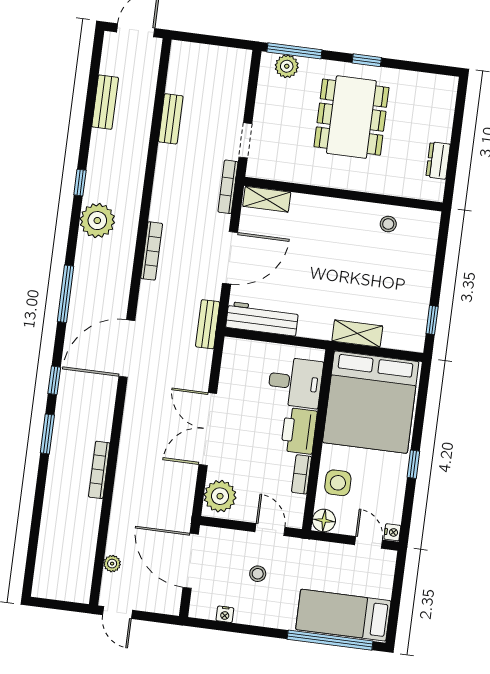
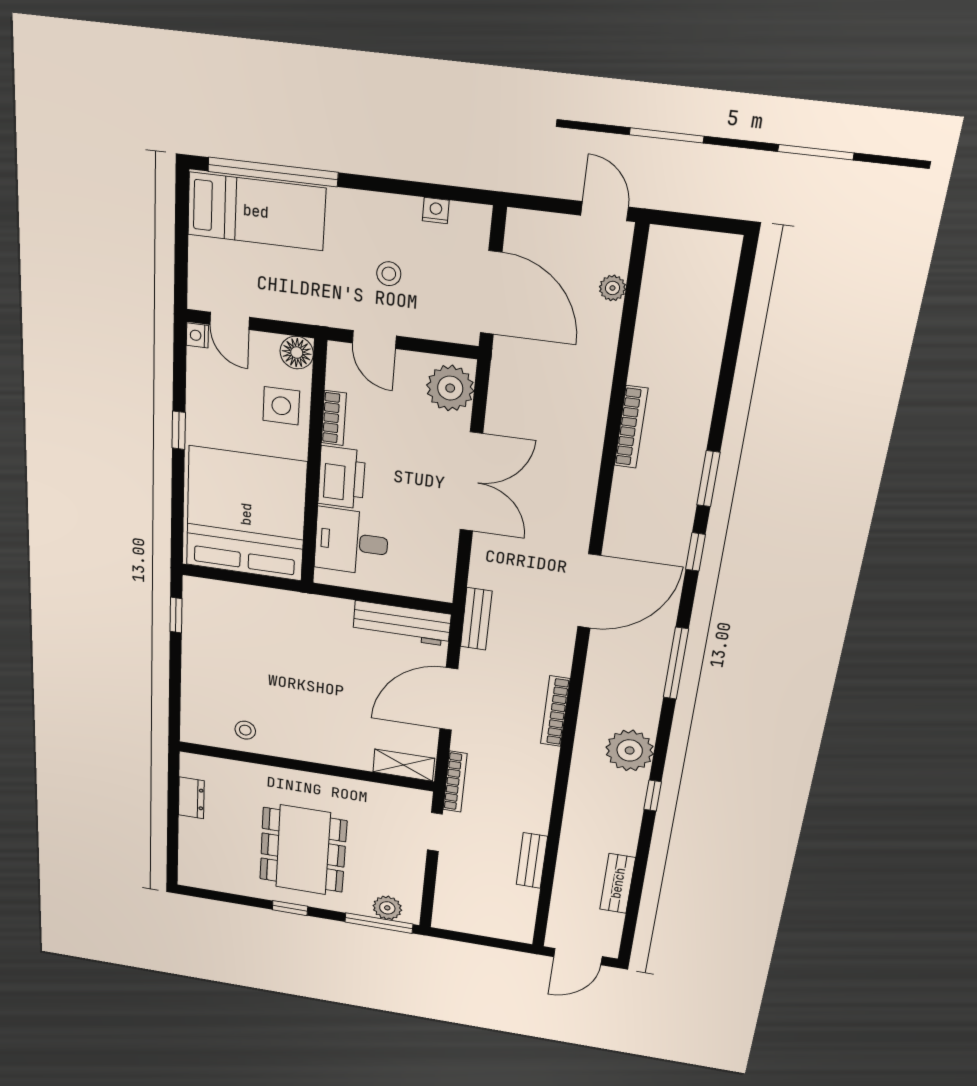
shelving: (357, 334) -> (272, 601), removed

